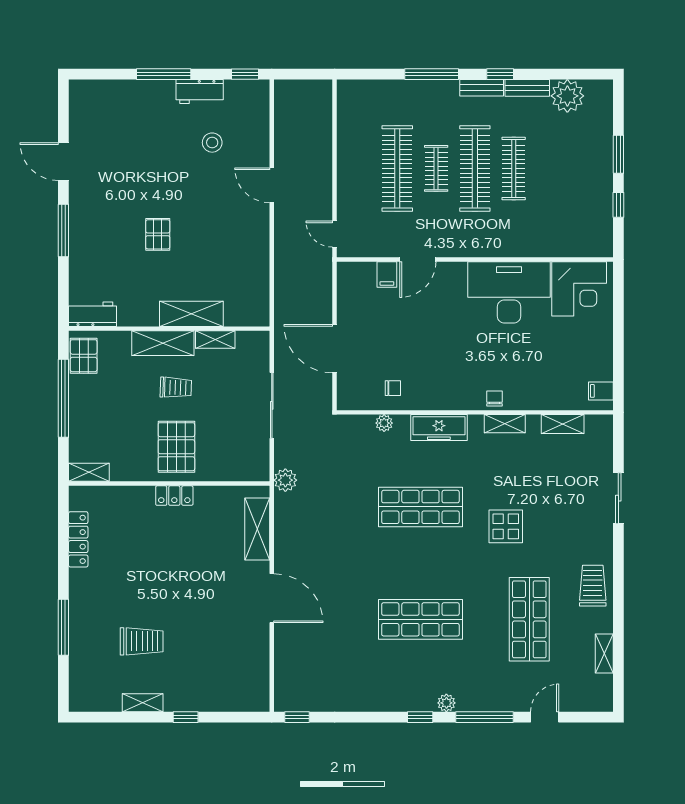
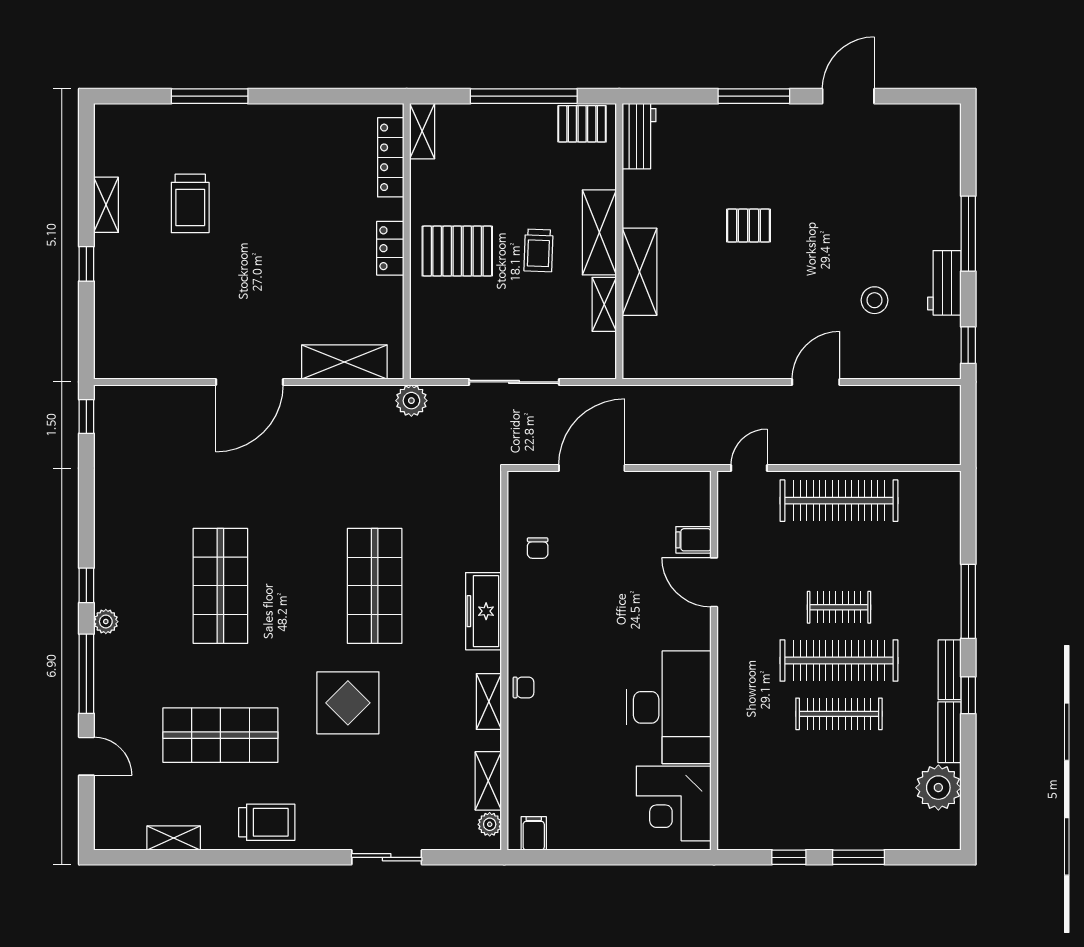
clothes rail: (397, 168) -> (839, 501), moved
plant: (384, 423) -> (490, 824), moved
display table: (506, 526) -> (348, 703), width x1.36, depth x1.36
locker: (78, 539) -> (391, 157), moved, turned 90

